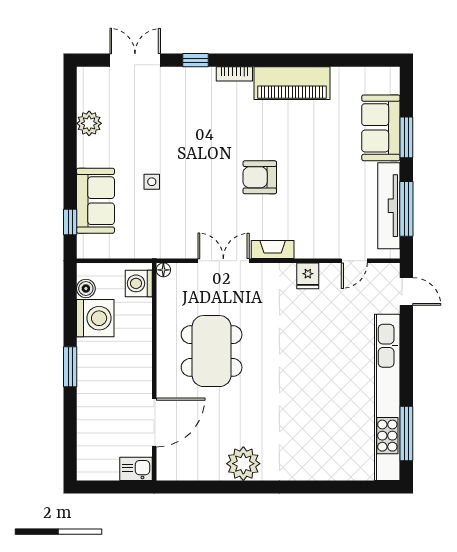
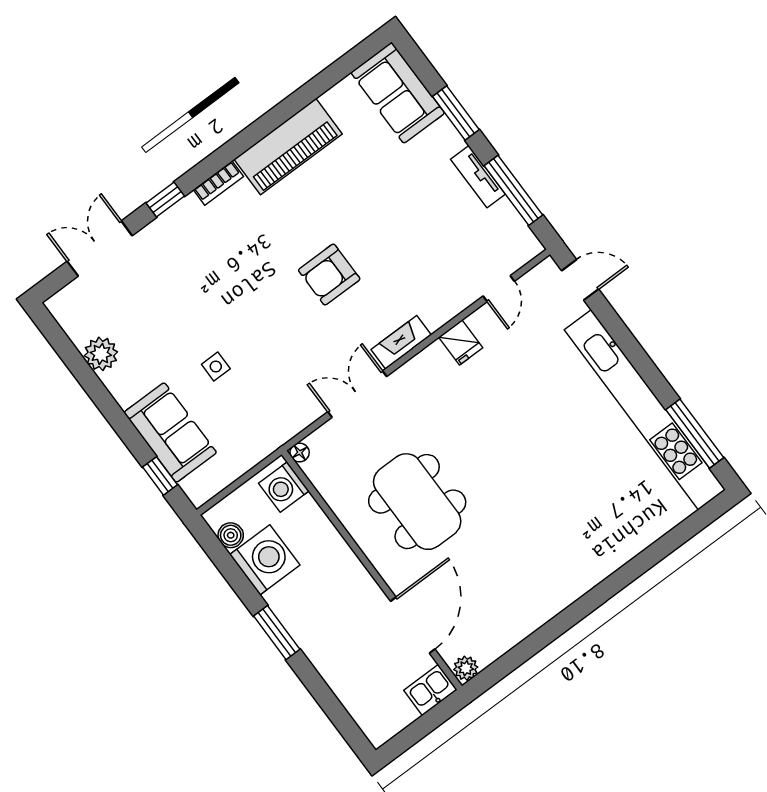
sofa: (381, 128) -> (398, 93), moved
tv unit: (389, 206) -> (478, 177), width x0.52, depth x0.78
plant: (243, 464) -> (466, 668), moved, width x0.53, depth x0.53

